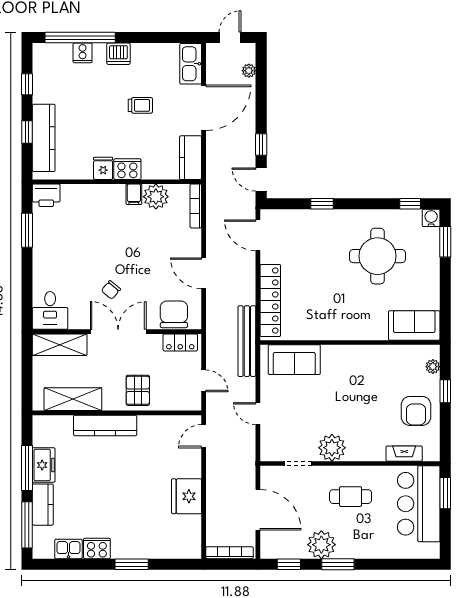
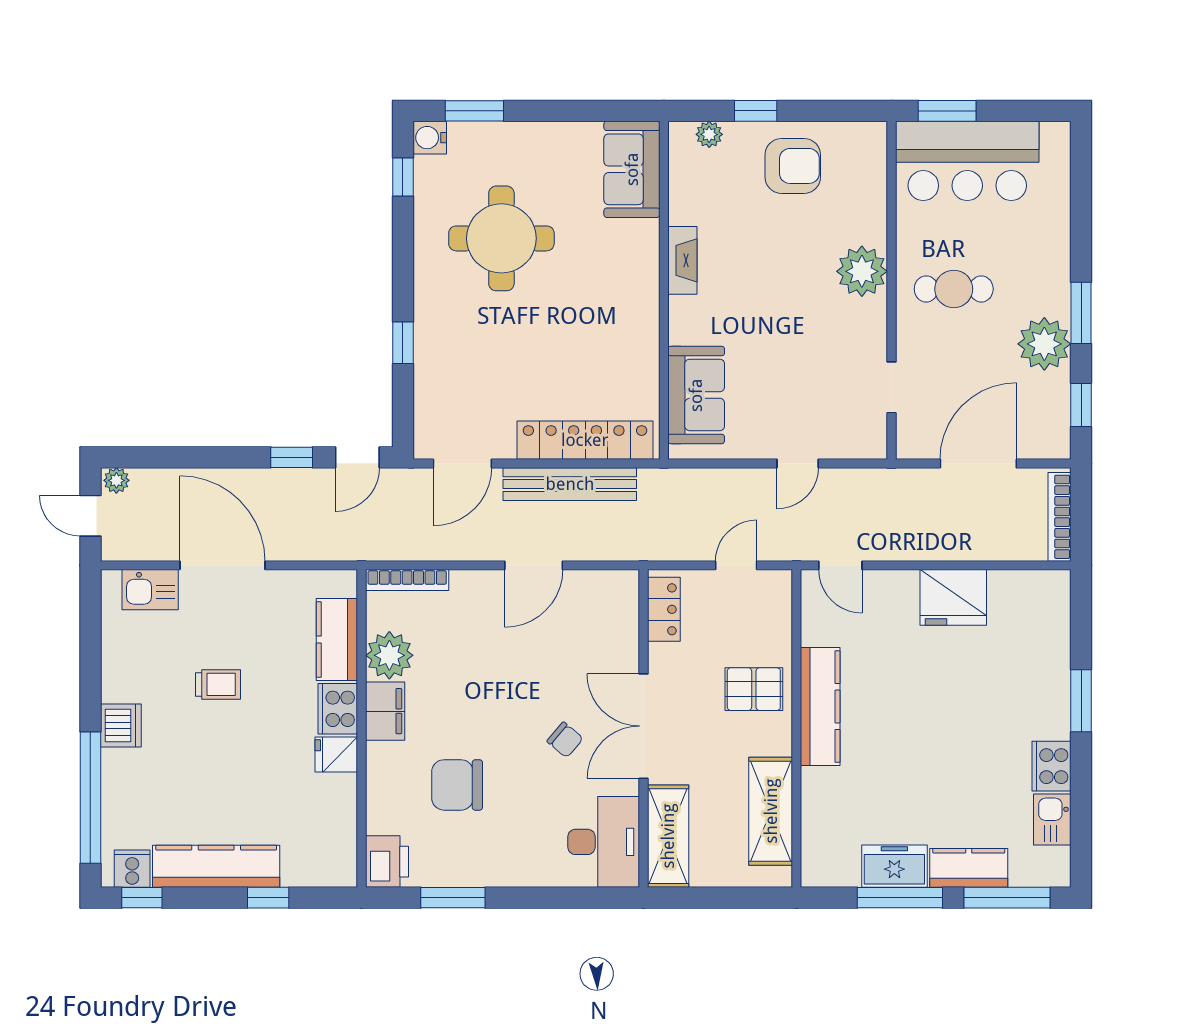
cooker: (83, 53) -> (132, 869), moved, turned -90
kitchen sink: (191, 64) -> (150, 590), width x0.73
plant: (249, 71) -> (116, 480), moved
window: (27, 84) -> (142, 898), moved
trolley: (140, 105) -> (218, 684), turned 90
kitchen counter: (44, 138) -> (216, 866), moved
kitchen counter: (191, 158) -> (337, 640), moved, turned 90
filing cabinet: (134, 194) -> (385, 711), width x2.00
desk: (50, 310) -> (604, 842), width x1.37
chair: (174, 314) -> (457, 785), moved
bench: (247, 341) -> (570, 484), moved
kitchen counter: (105, 426) -> (820, 707), moved
plant: (332, 448) -> (862, 271), moved
fireplace: (404, 454) -> (682, 260), moved, turned 180
cafe table: (351, 497) -> (954, 289), turned 90

